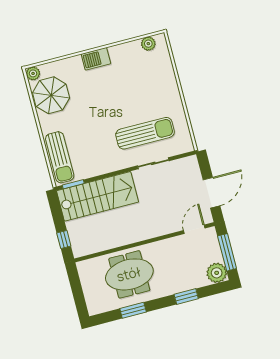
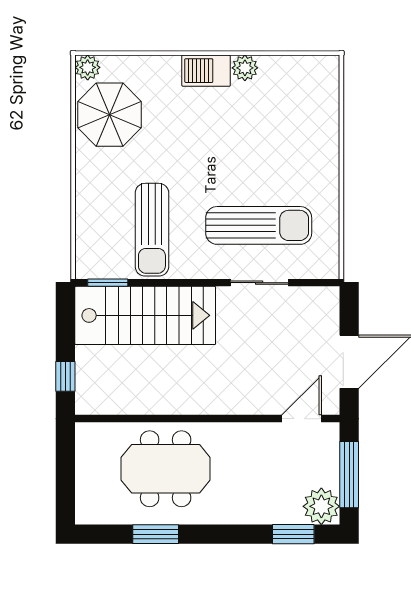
plant: (148, 44) -> (245, 68), moved
sun lounger: (60, 157) -> (152, 230), moved
window: (186, 296) -> (293, 534), moved

